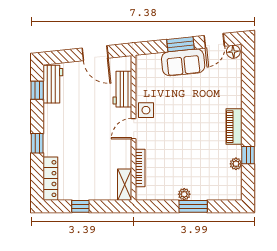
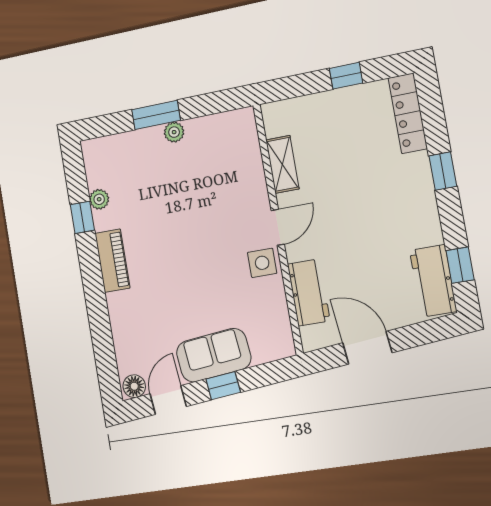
window: (180, 44) -> (223, 386), width x0.67
bookcase: (140, 168) -> (255, 162), removed
shelving: (125, 185) -> (282, 164), moved

